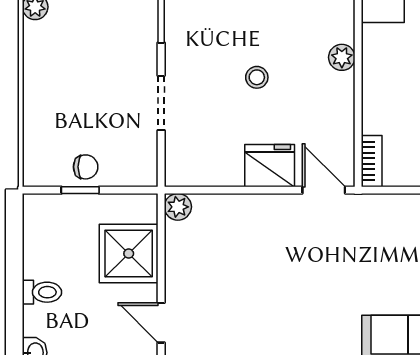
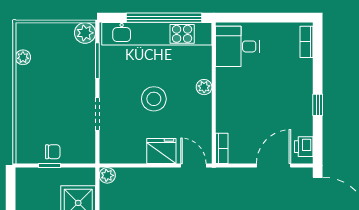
stool: (257, 77) -> (154, 99), width x1.89, depth x1.89

